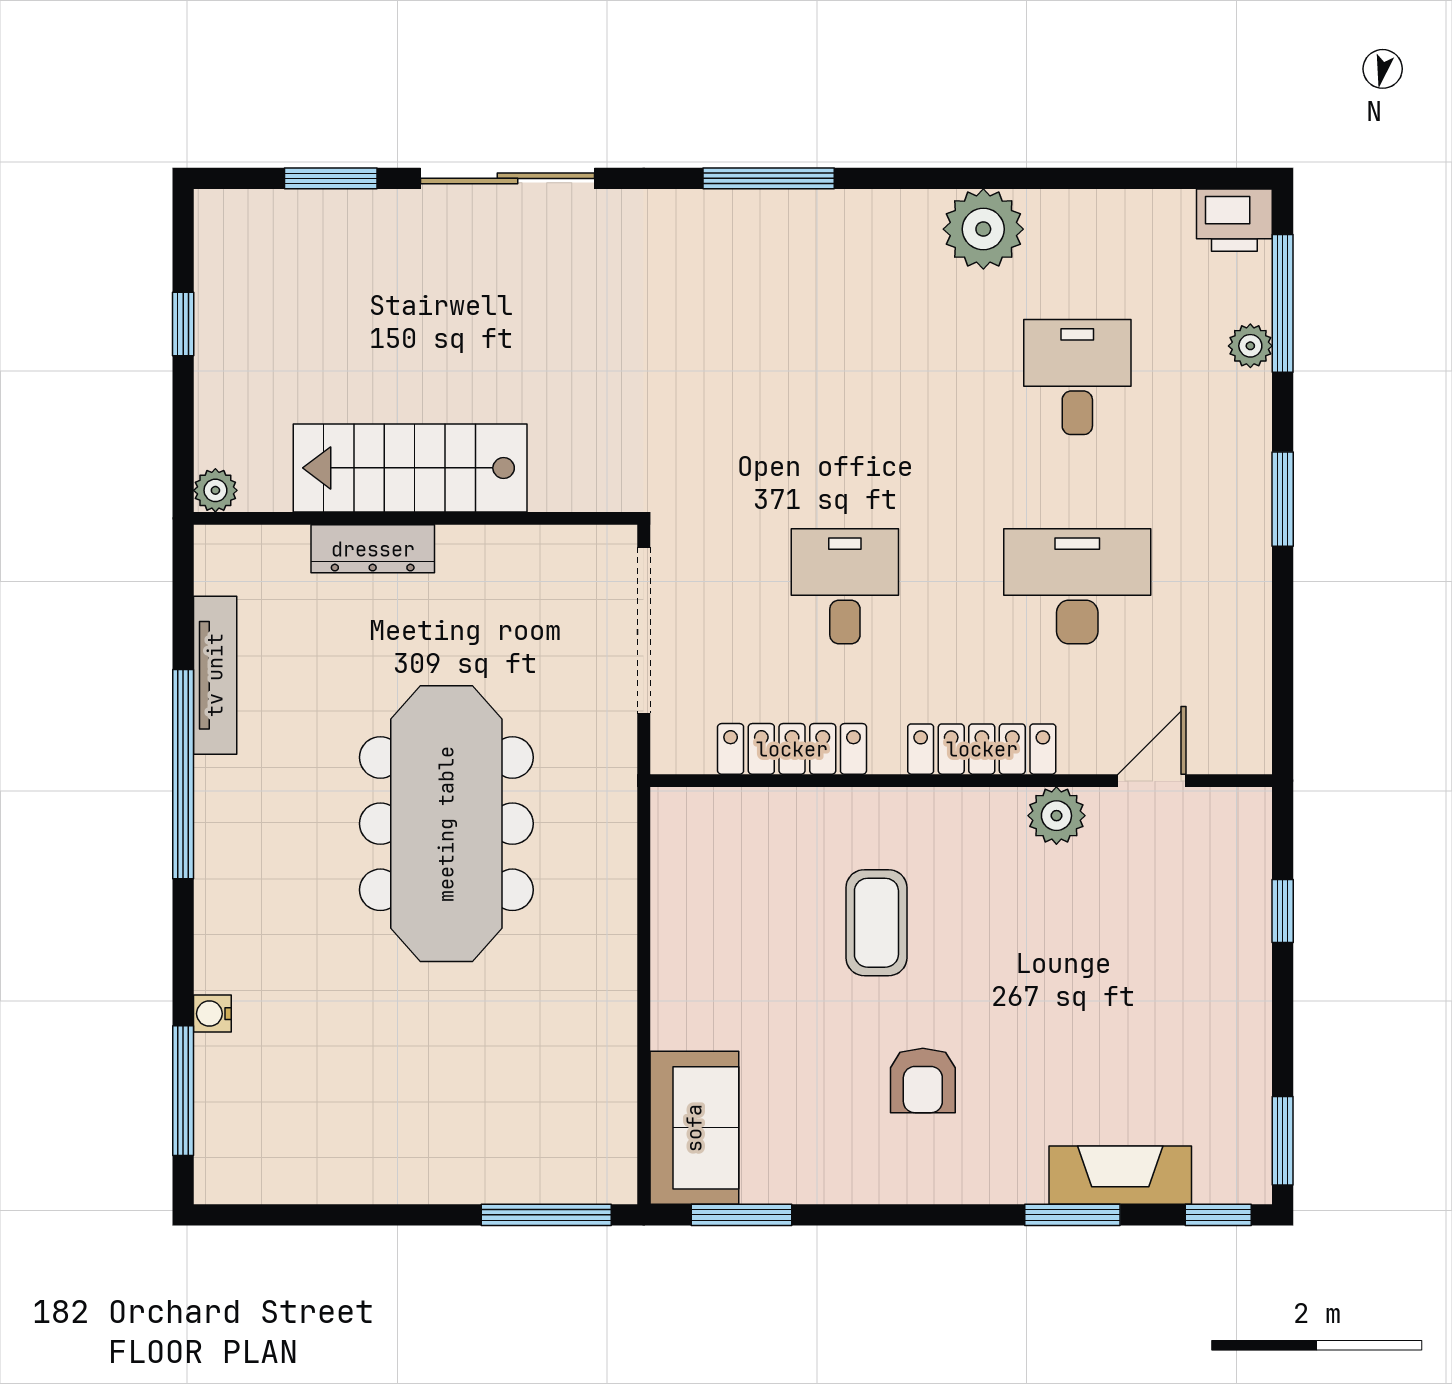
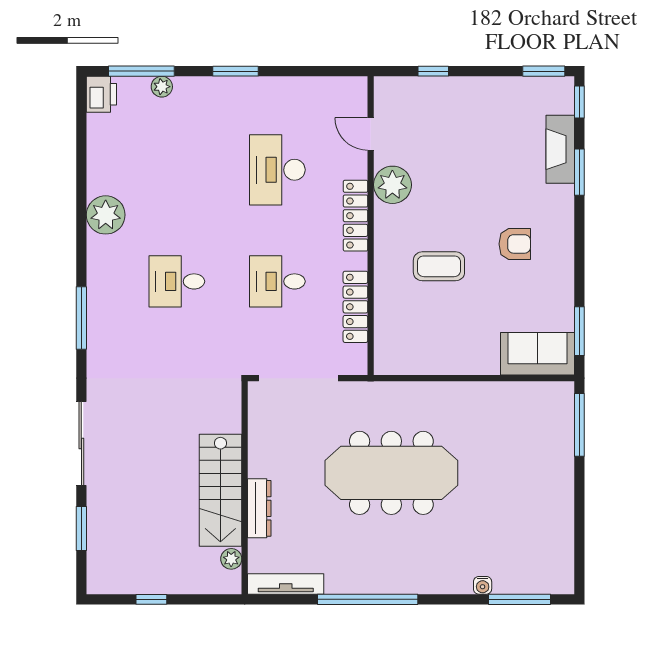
desk: (1077, 377) -> (177, 281), moved
plant: (215, 490) -> (231, 559), moved
tv unit: (215, 675) -> (286, 584), moved
plant: (1056, 816) -> (392, 185), width x1.36, depth x1.36

